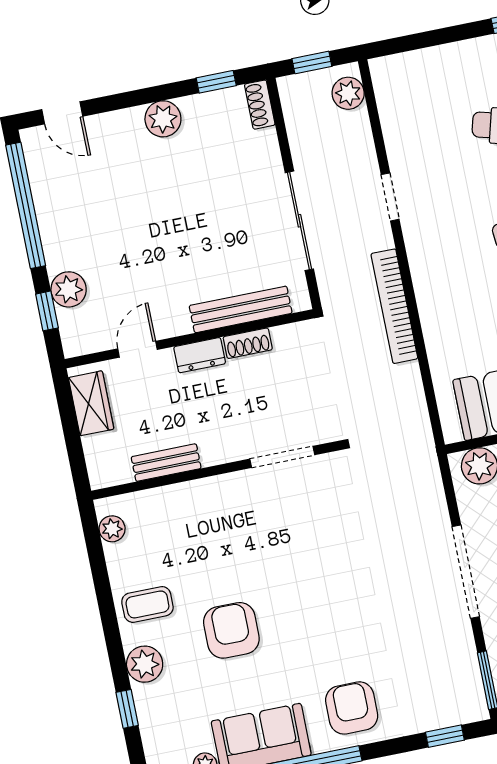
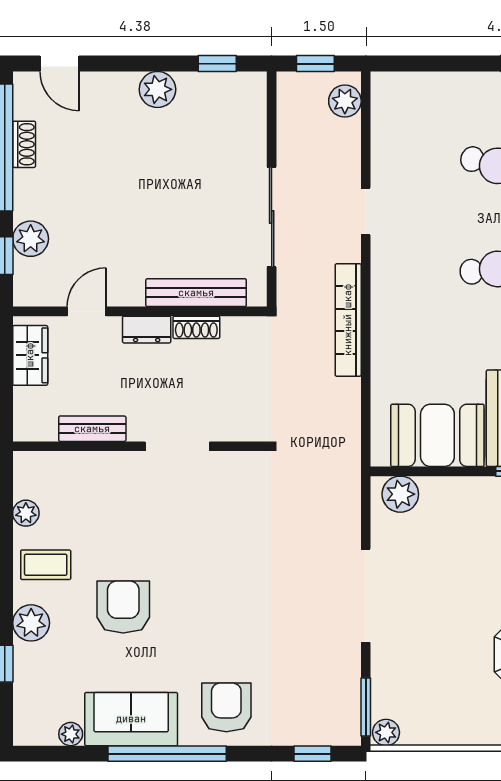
shoe rack: (260, 105) -> (24, 144), moved, turned 180
doorway: (282, 457) -> (177, 446), moved
plant: (112, 529) -> (26, 513), moved

